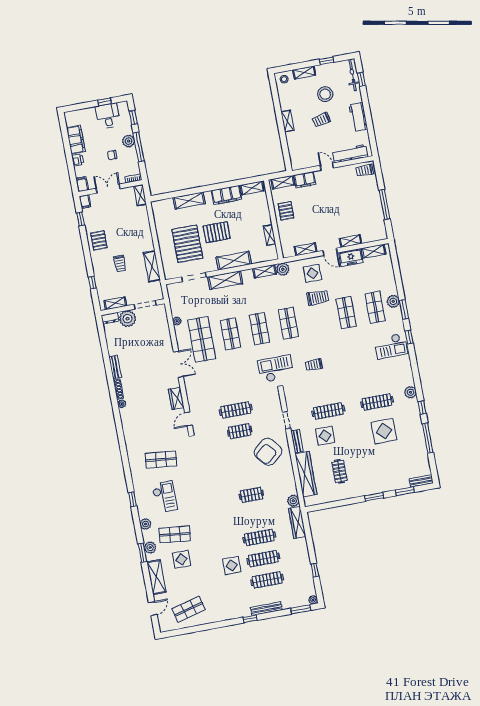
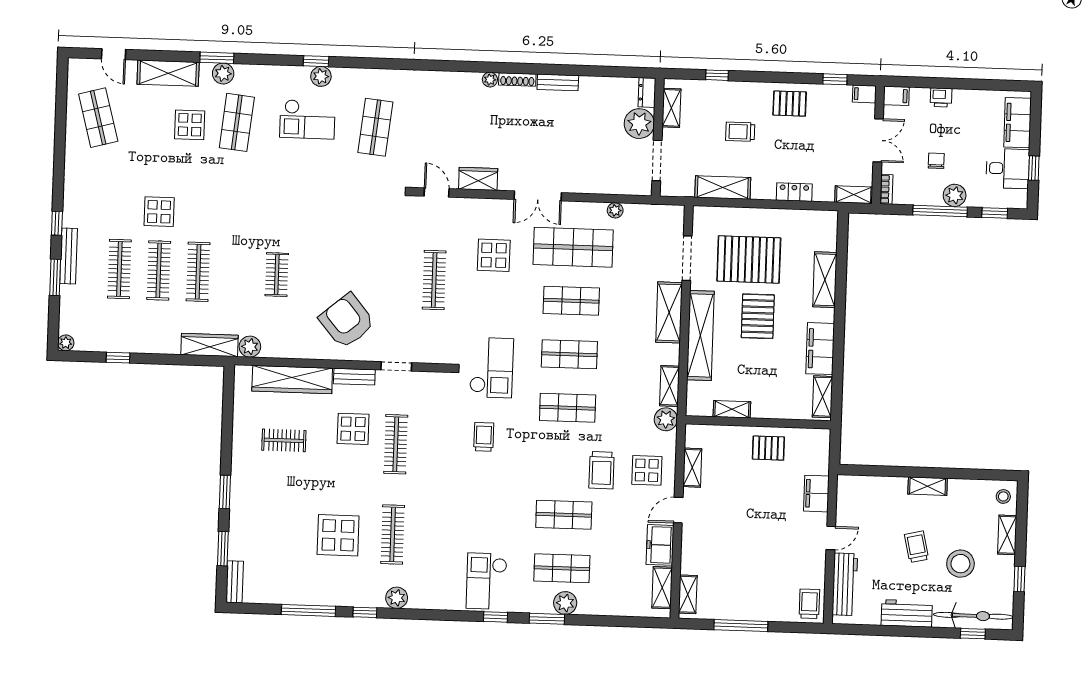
bicycle: (352, 75) -> (973, 616), width x1.37, depth x1.40
filing cabinet: (76, 140) -> (1018, 123), moved, turned 90
shelving: (283, 182) -> (821, 454), removed
locker: (146, 227) -> (794, 192), added
shelving: (350, 241) -> (688, 594), moved
shelving: (234, 261) -> (700, 335), width x1.47
display table: (215, 381) -> (494, 255), added
clothes rail: (240, 431) -> (395, 279), removed
plant: (145, 524) -> (321, 76), moved
window: (301, 609) -> (55, 277), moved

